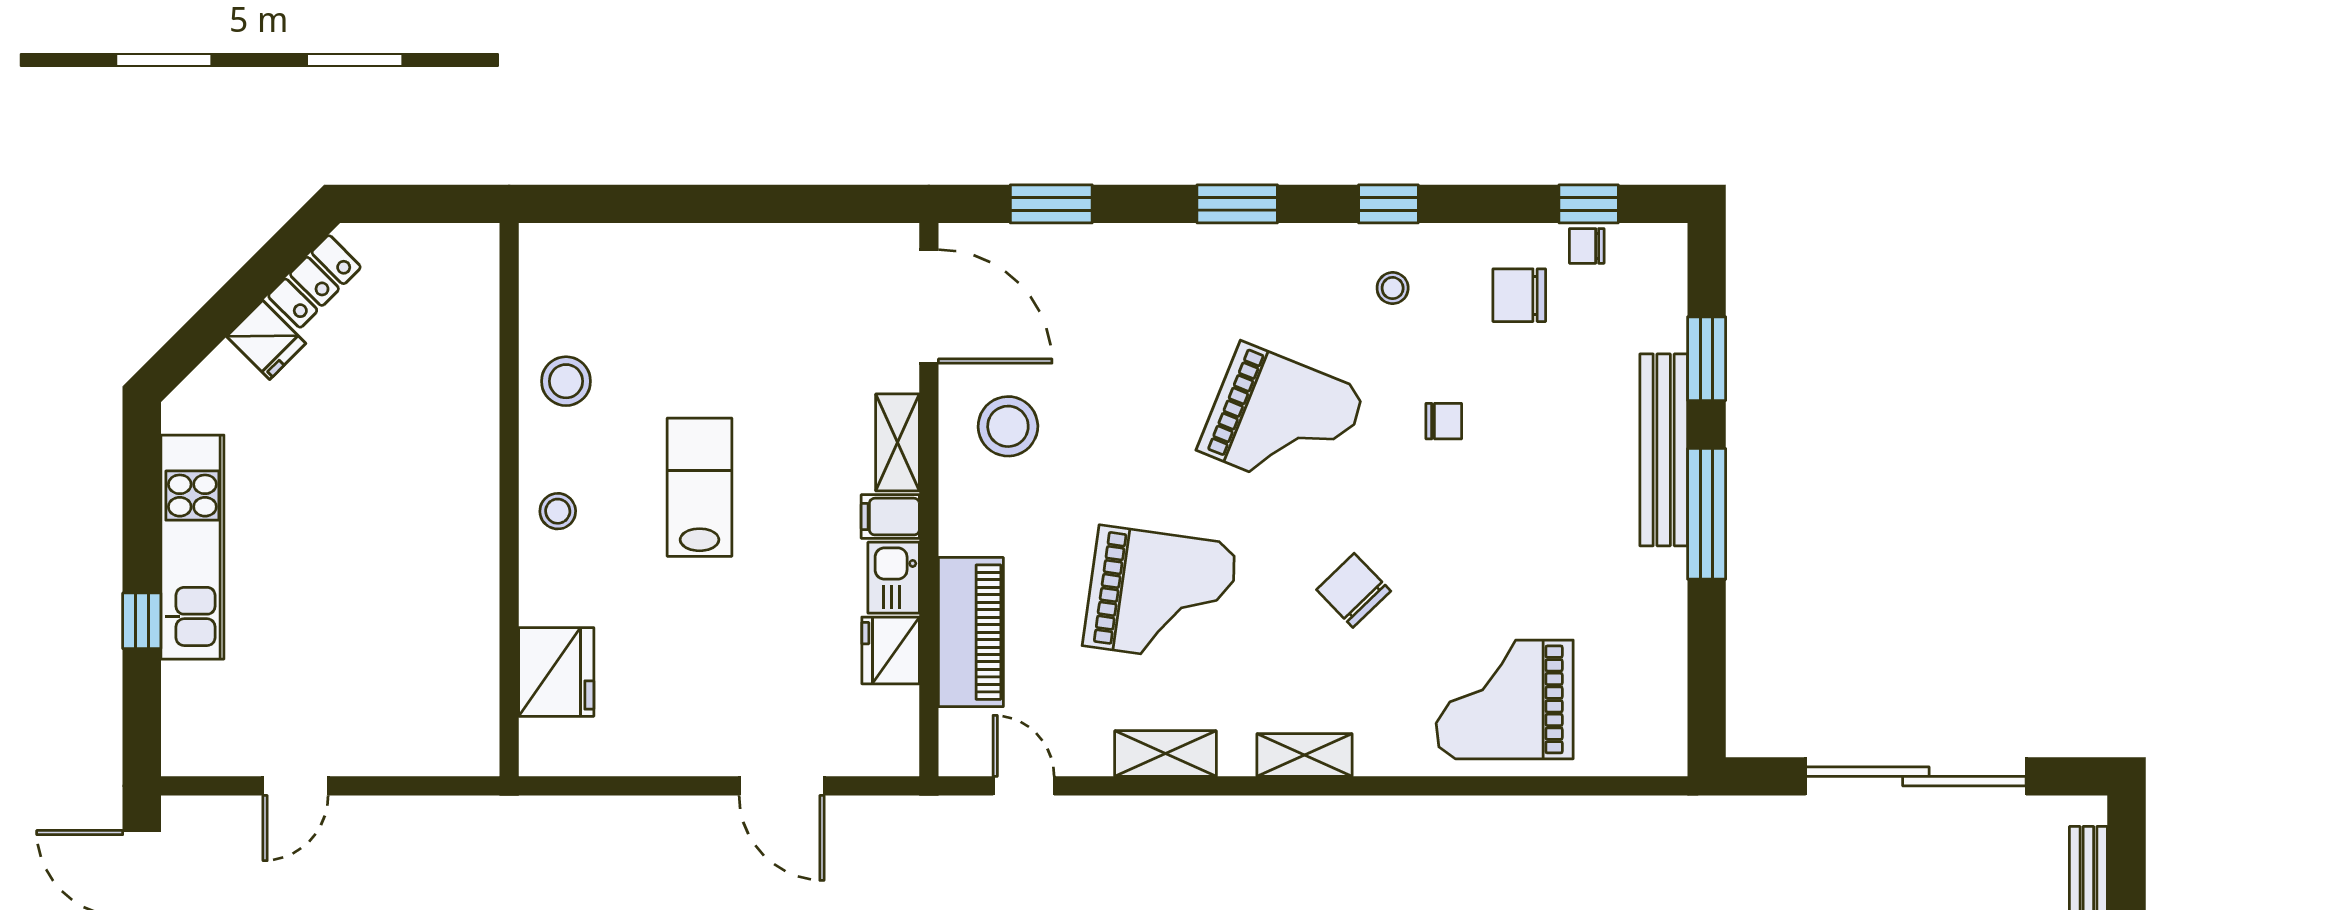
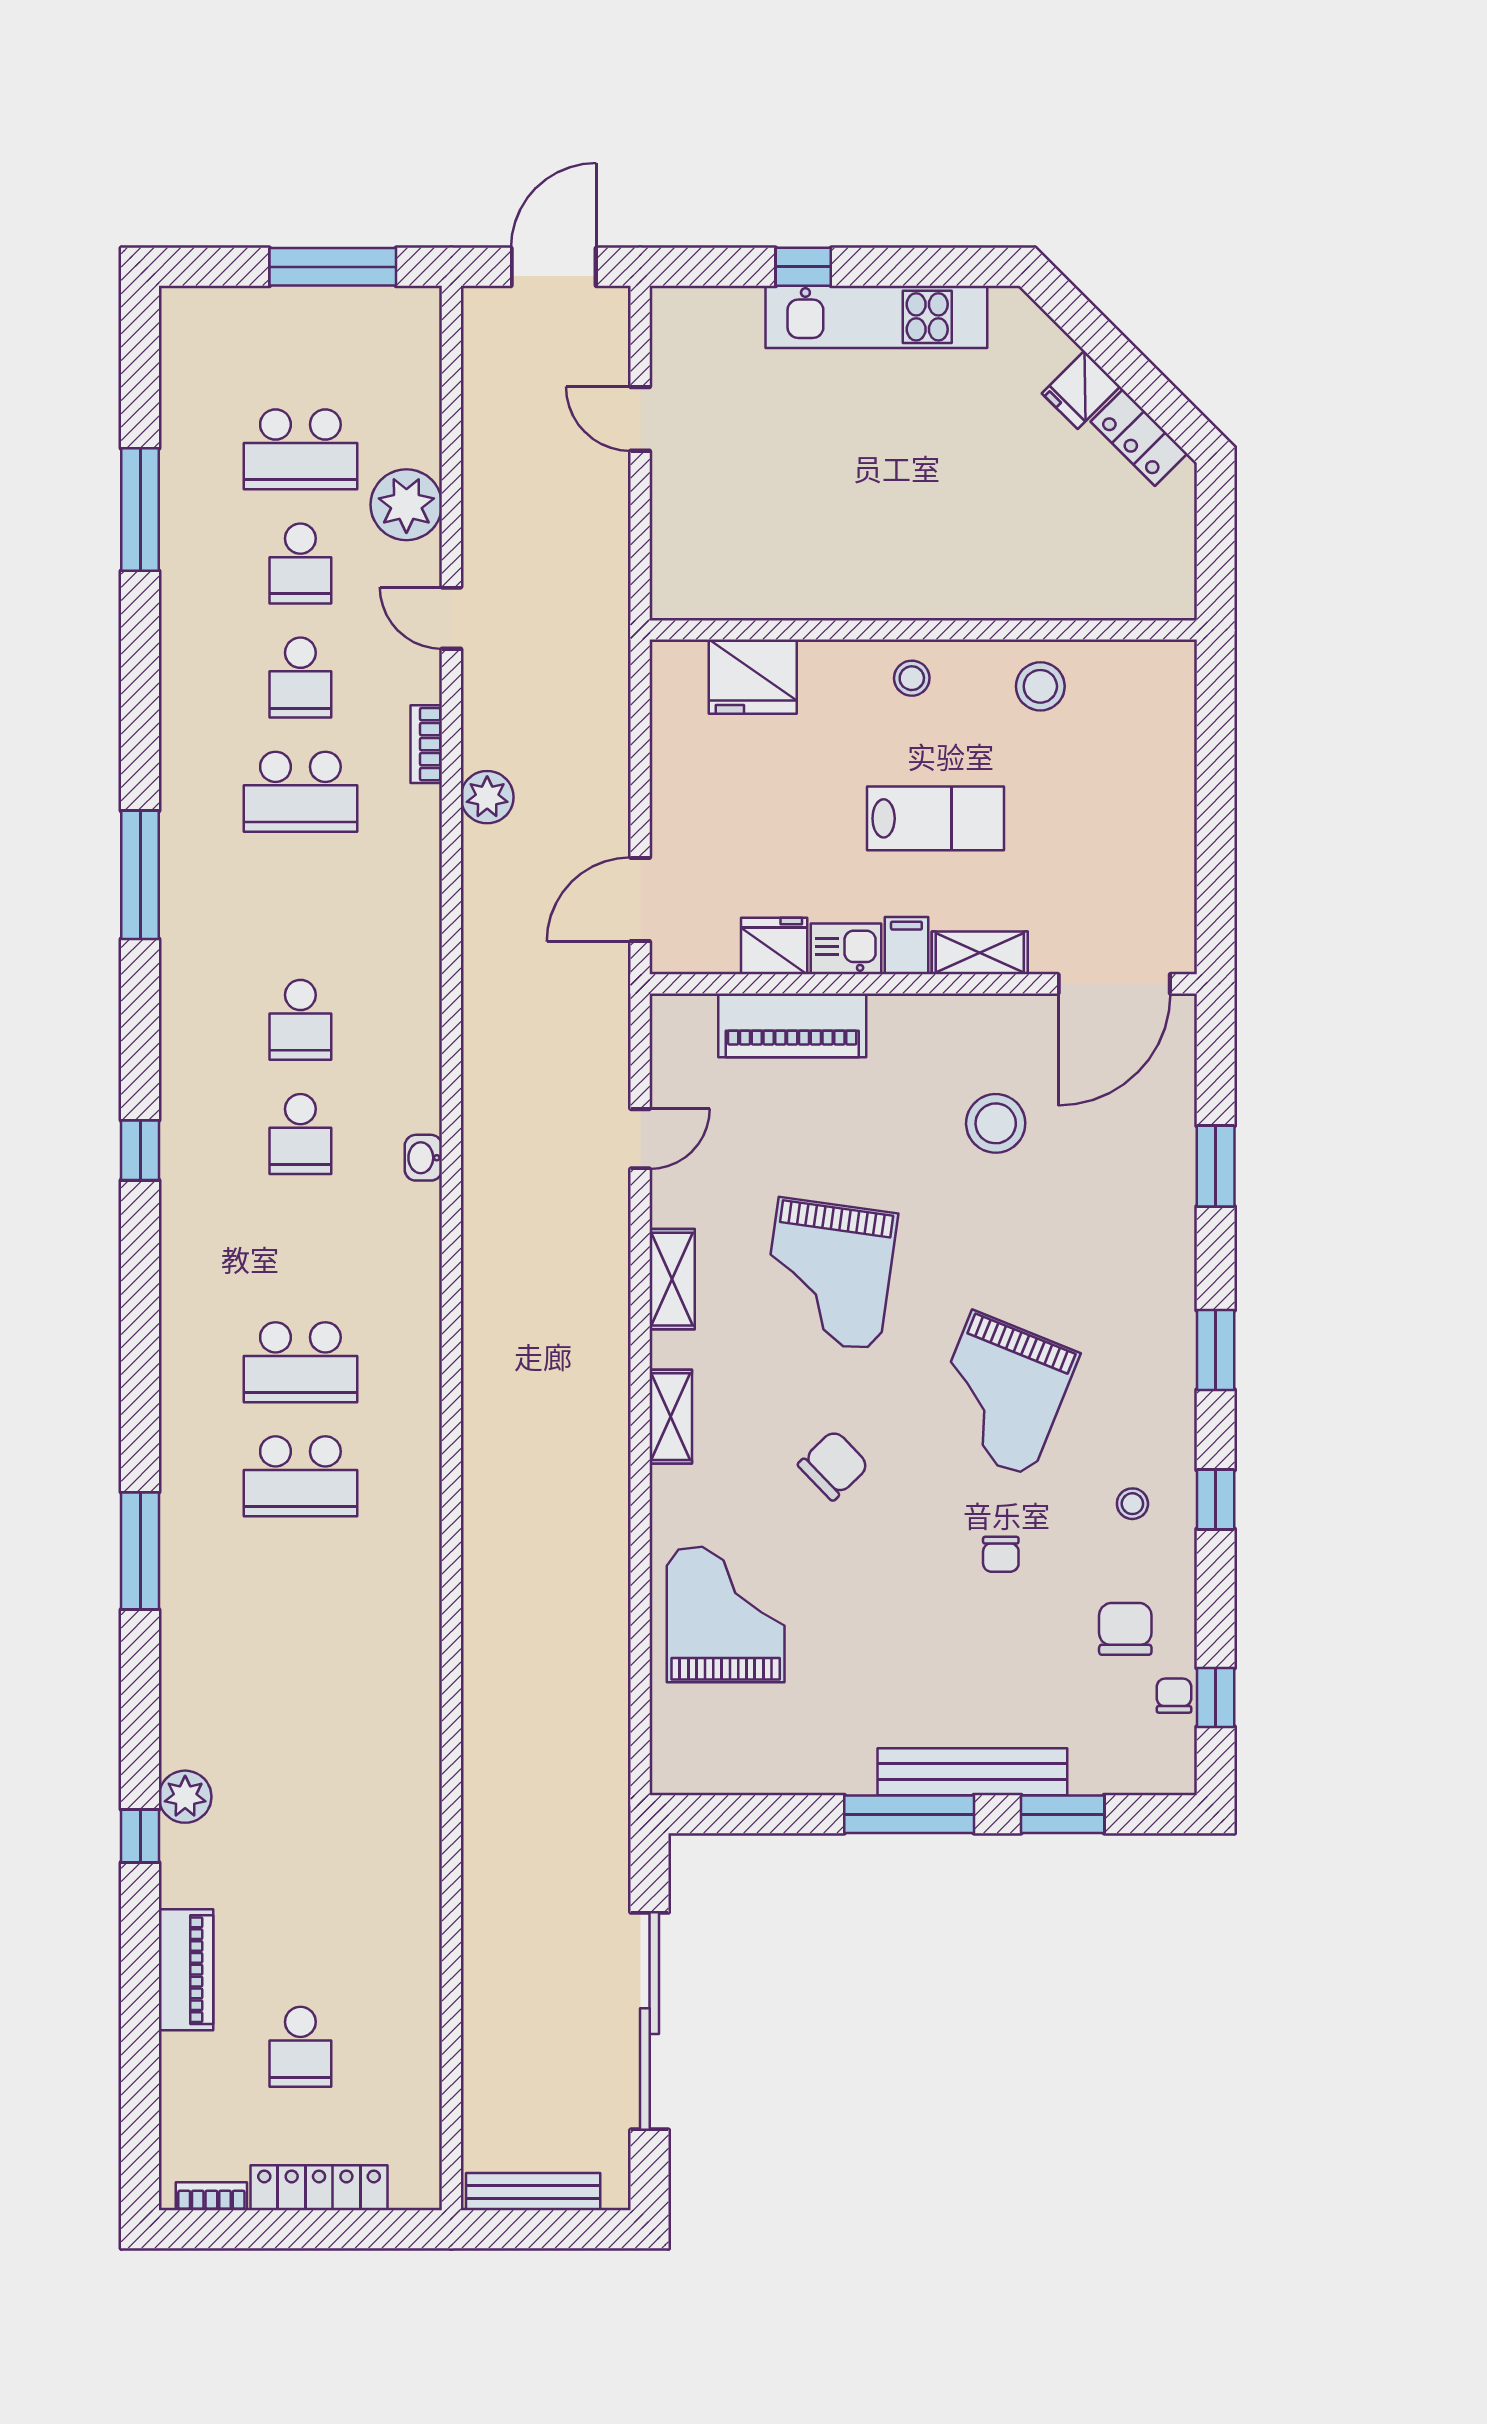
door: (929, 306) -> (1114, 984), moved
shelving: (898, 442) -> (980, 953), moved
wall: (929, 500) -> (923, 984), moved
filing cabinet: (890, 517) -> (906, 946), moved
kitchen sink: (894, 578) -> (846, 949), moved
piano: (971, 632) -> (792, 1025), moved
fridge: (891, 650) -> (774, 946), moved

